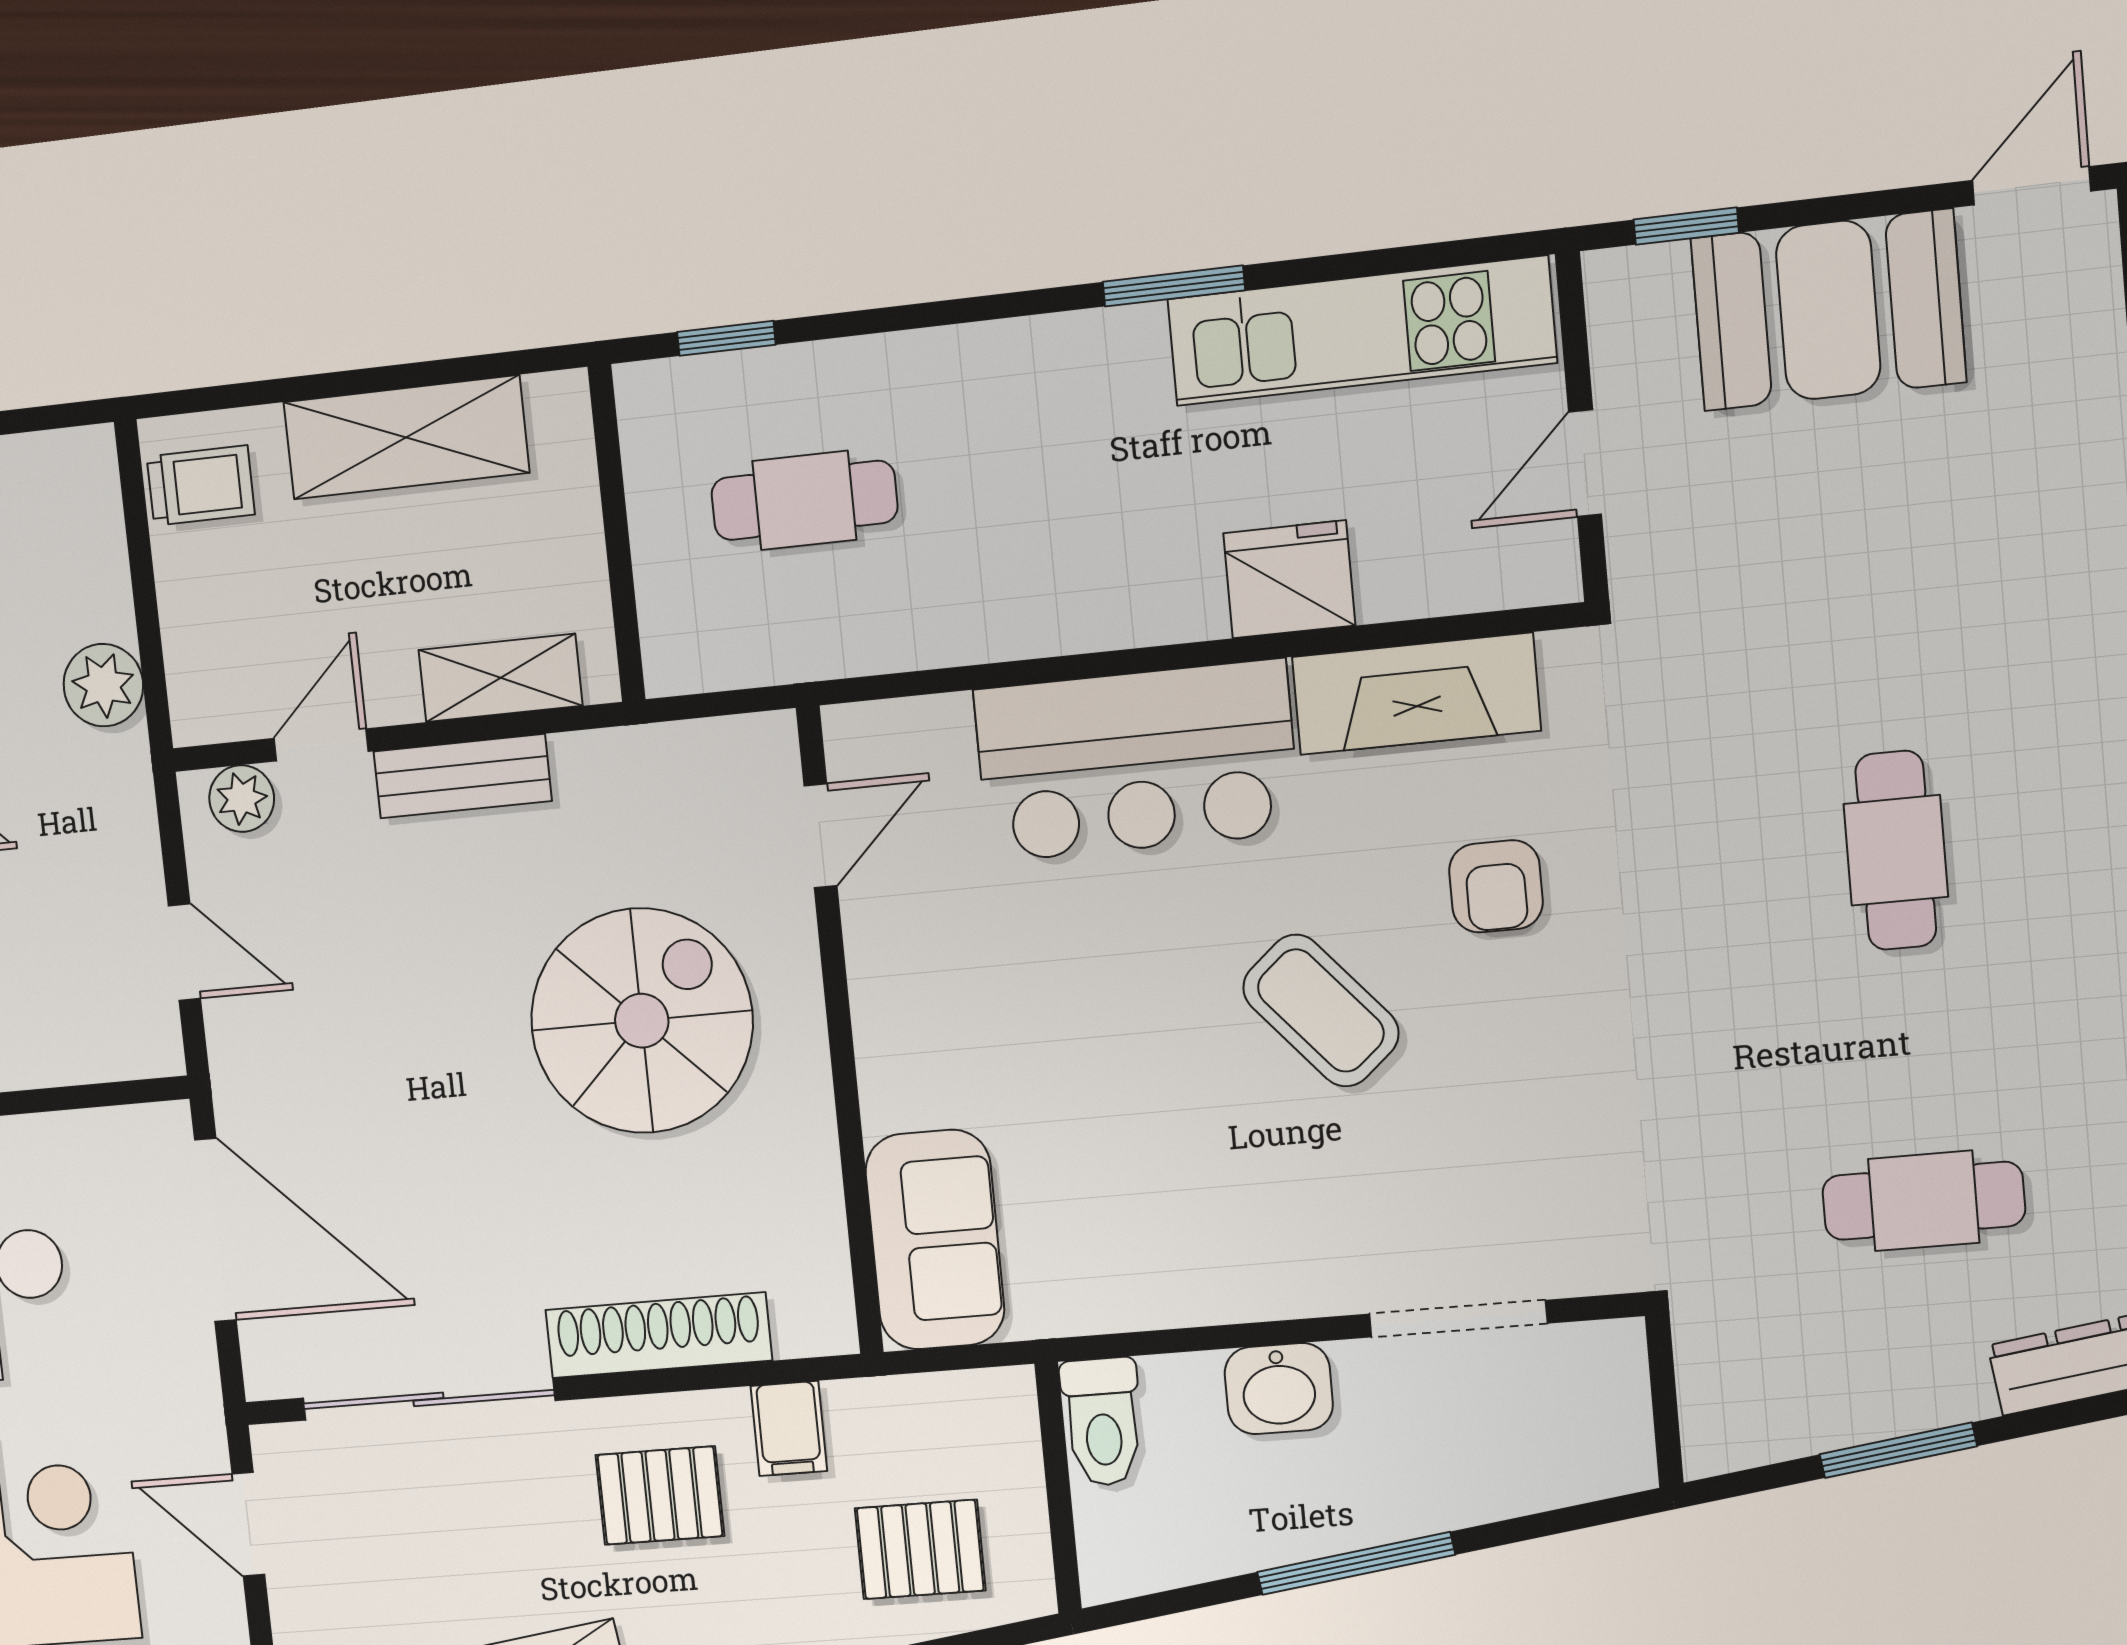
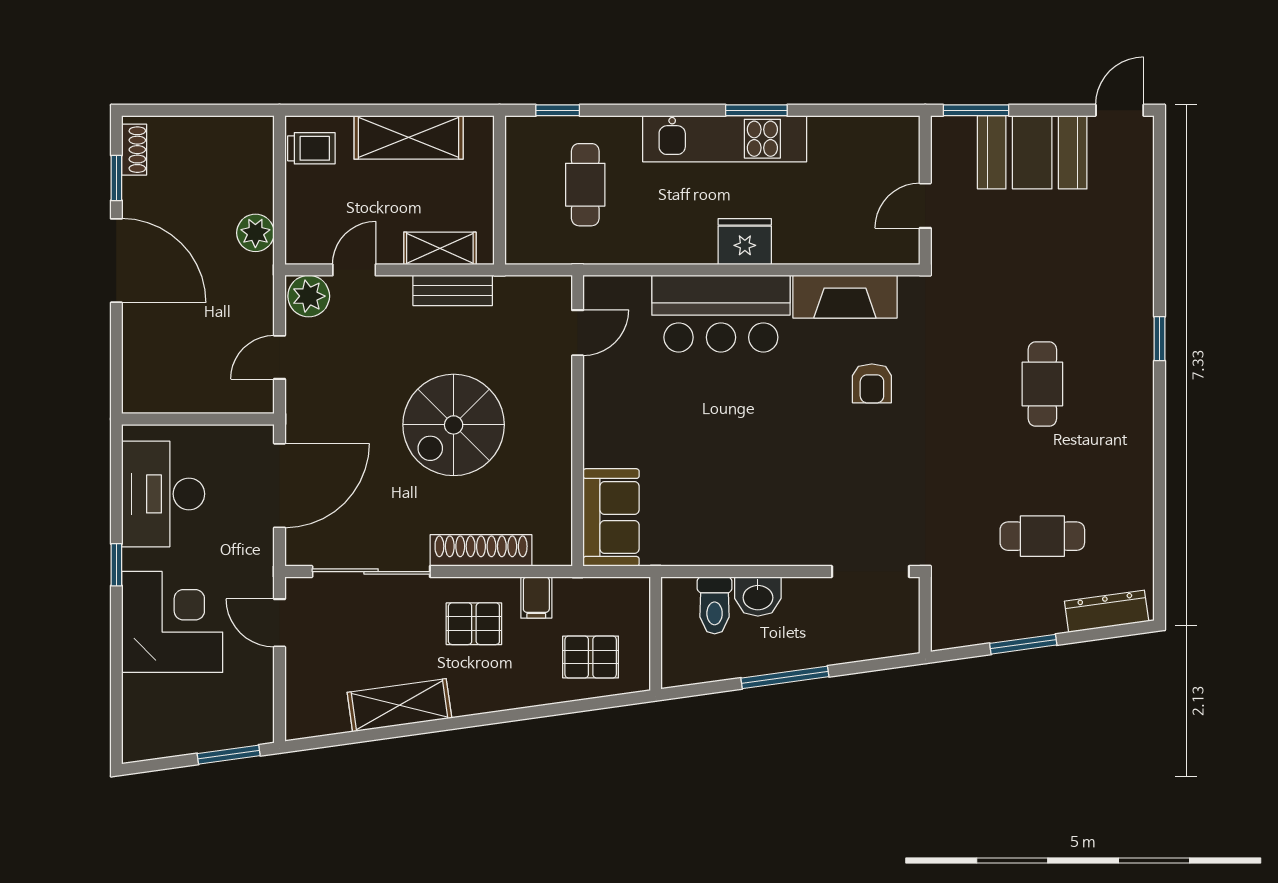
window: (1686, 226) -> (976, 110), width x1.50
kitchen unit: (1361, 331) -> (725, 139), moved
cafe table: (804, 500) -> (585, 185), turned 90
fridge: (1289, 579) -> (745, 242), moved
bench: (463, 776) -> (453, 290), moved
plant: (242, 799) -> (309, 296), width x1.38, depth x1.38
door: (184, 952) -> (280, 357), swing flipped
coffee table: (1321, 1010) -> (791, 431), removed
spiral stairs: (642, 1021) -> (454, 425), moved, turned 180
door: (215, 1230) -> (280, 486), hinge flipped
doorway: (1458, 1319) -> (870, 572), moved
toilet: (1102, 1422) -> (715, 605), moved

